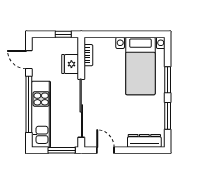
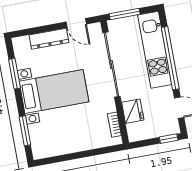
window: (63, 34) -> (169, 139), moved
bed with nightstands: (140, 66) -> (54, 92), moved, turned 90
window: (168, 80) -> (25, 131), moved
dresser: (144, 141) -> (49, 39), moved

